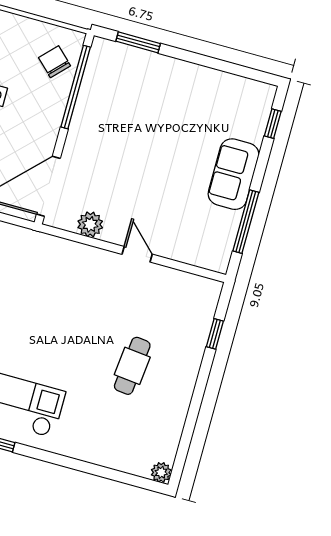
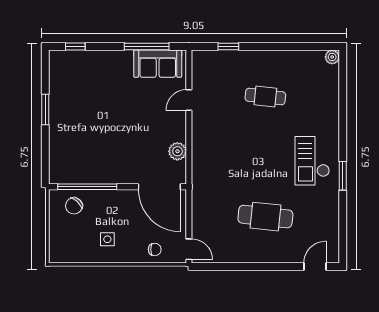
window: (138, 42) -> (45, 109), moved
sofa: (234, 174) -> (158, 64), moved
door: (137, 254) -> (189, 100), moved

